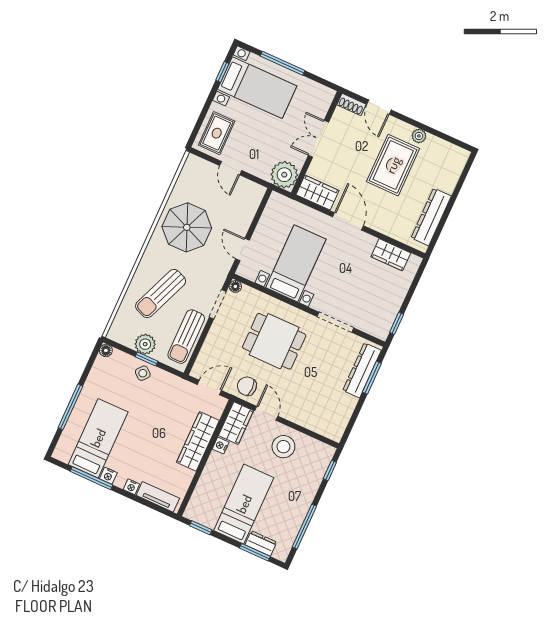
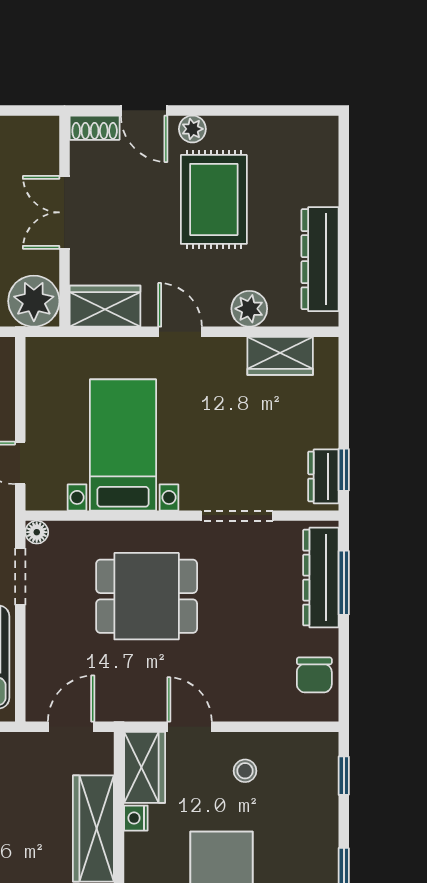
plant: (419, 136) -> (192, 129), moved
door: (348, 221) -> (180, 332), width x0.73
plant: (386, 225) -> (249, 309), added
dresser: (385, 322) -> (323, 476), added
chair: (247, 386) -> (314, 675), moved, turned -90
stool: (283, 447) -> (245, 771), width x0.53, depth x0.53

